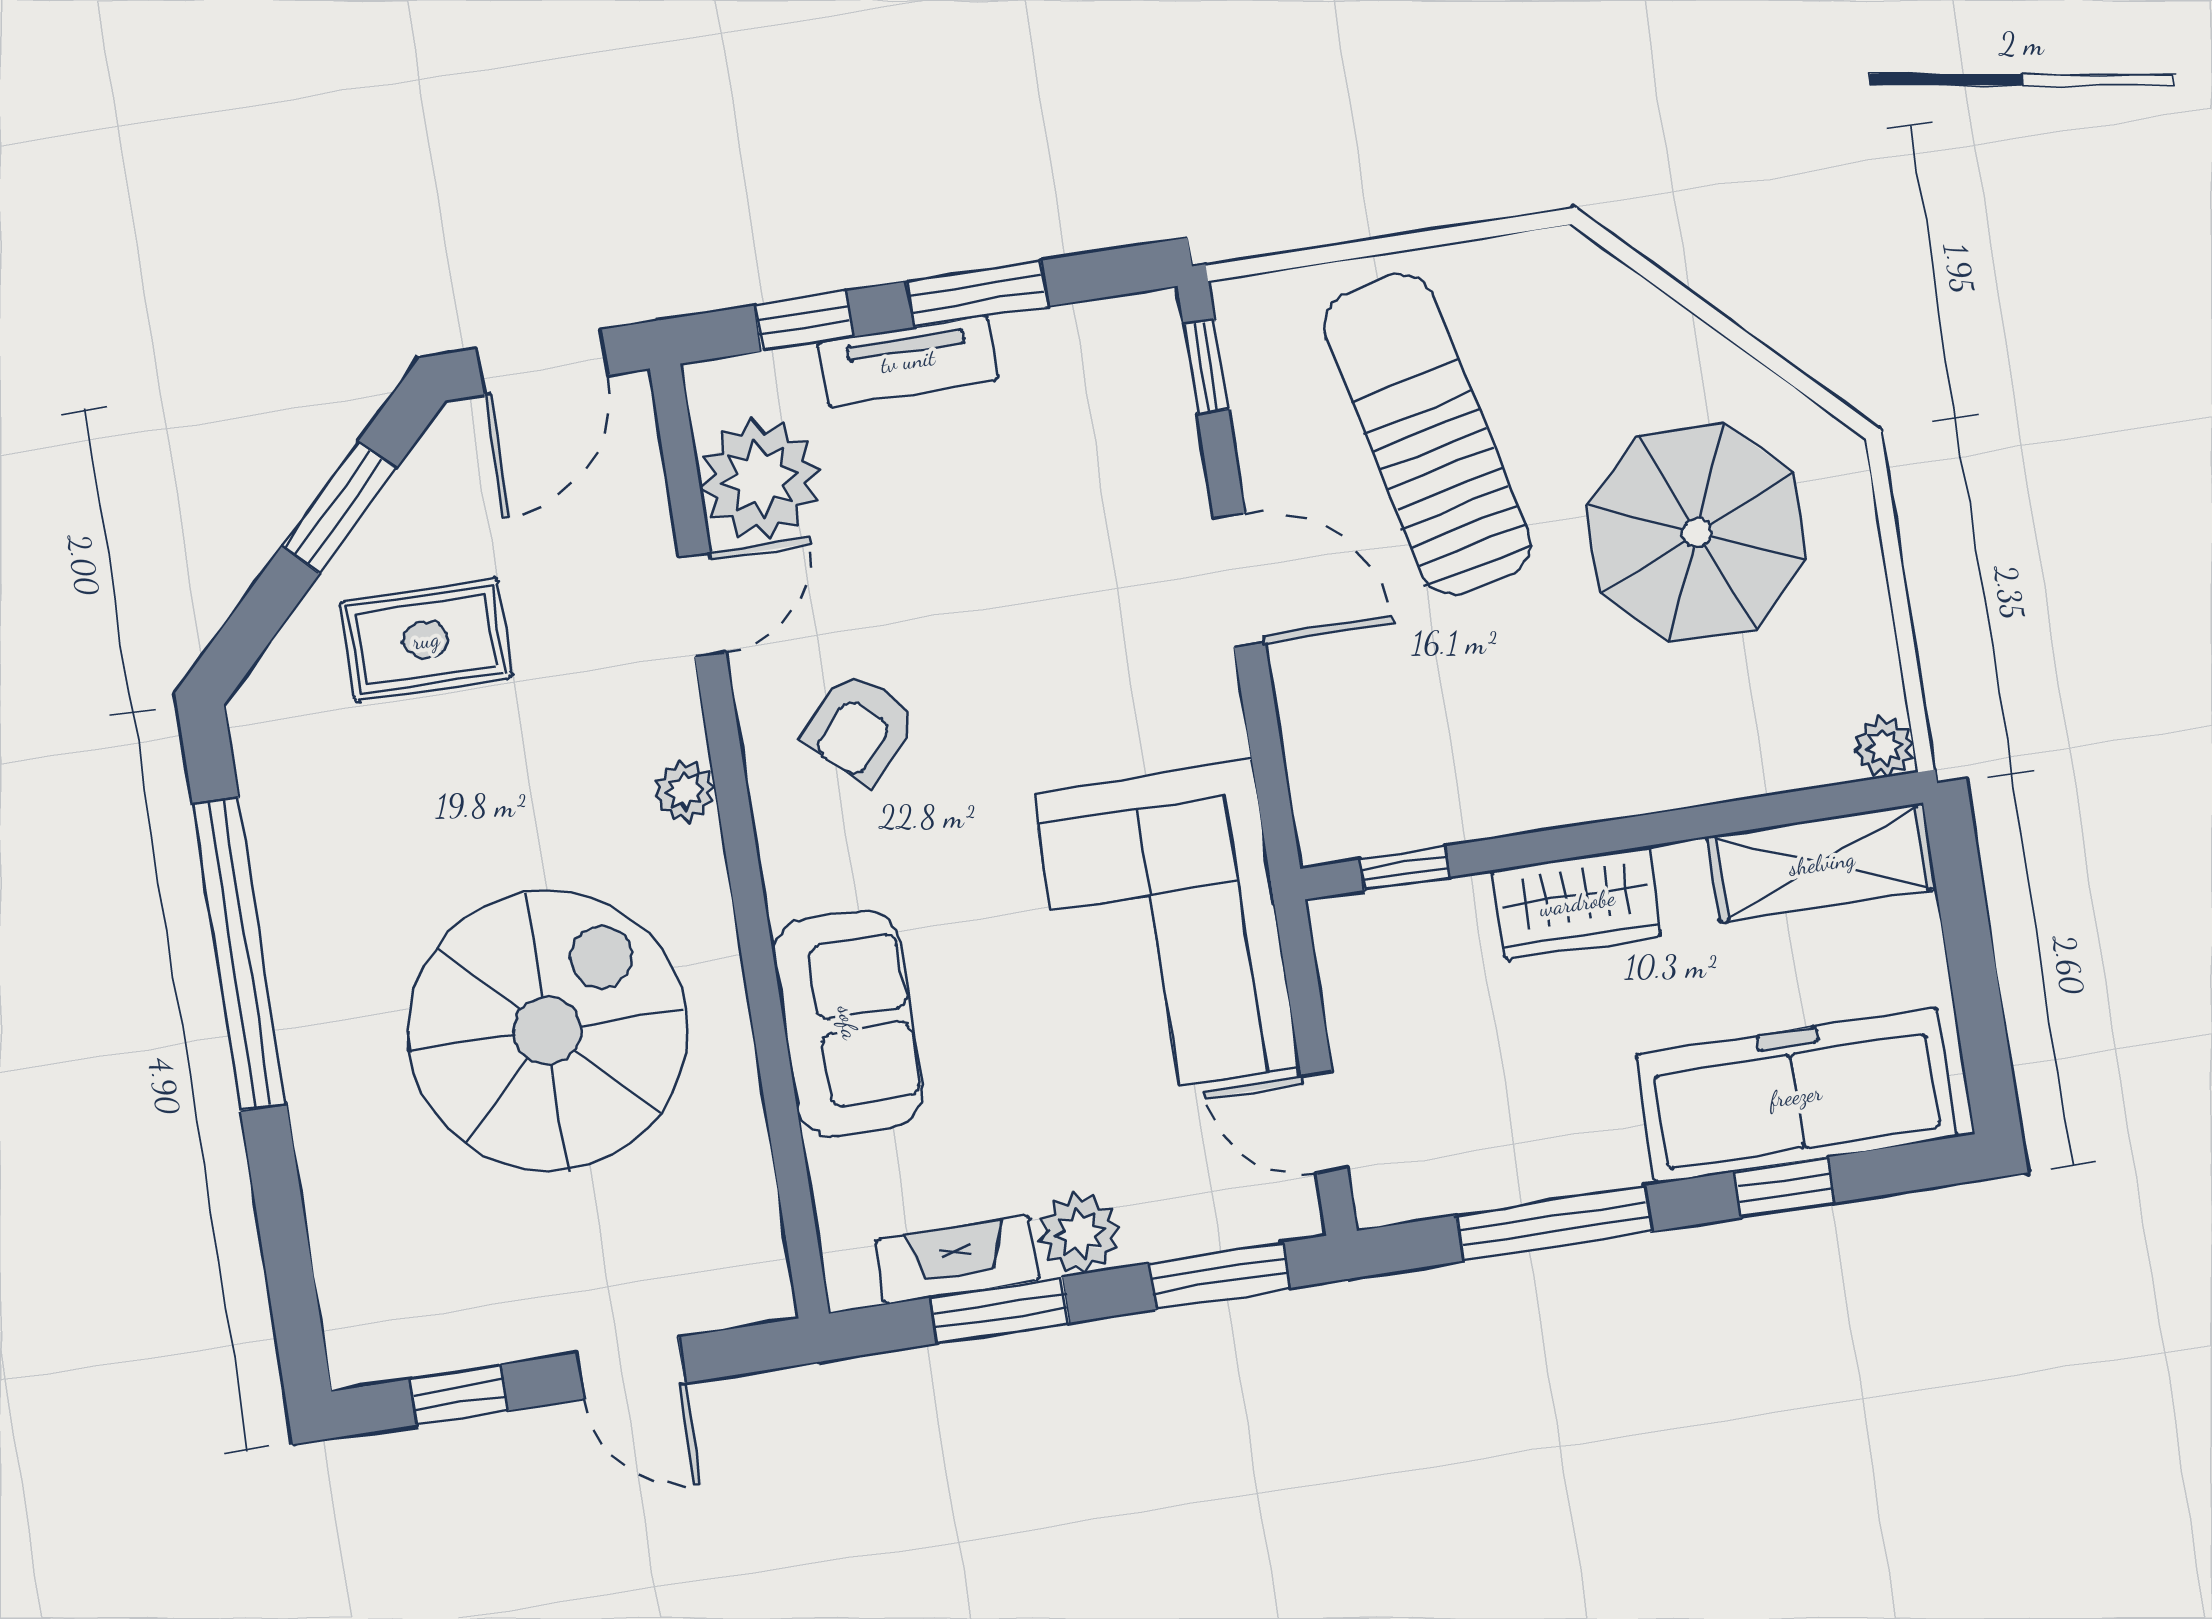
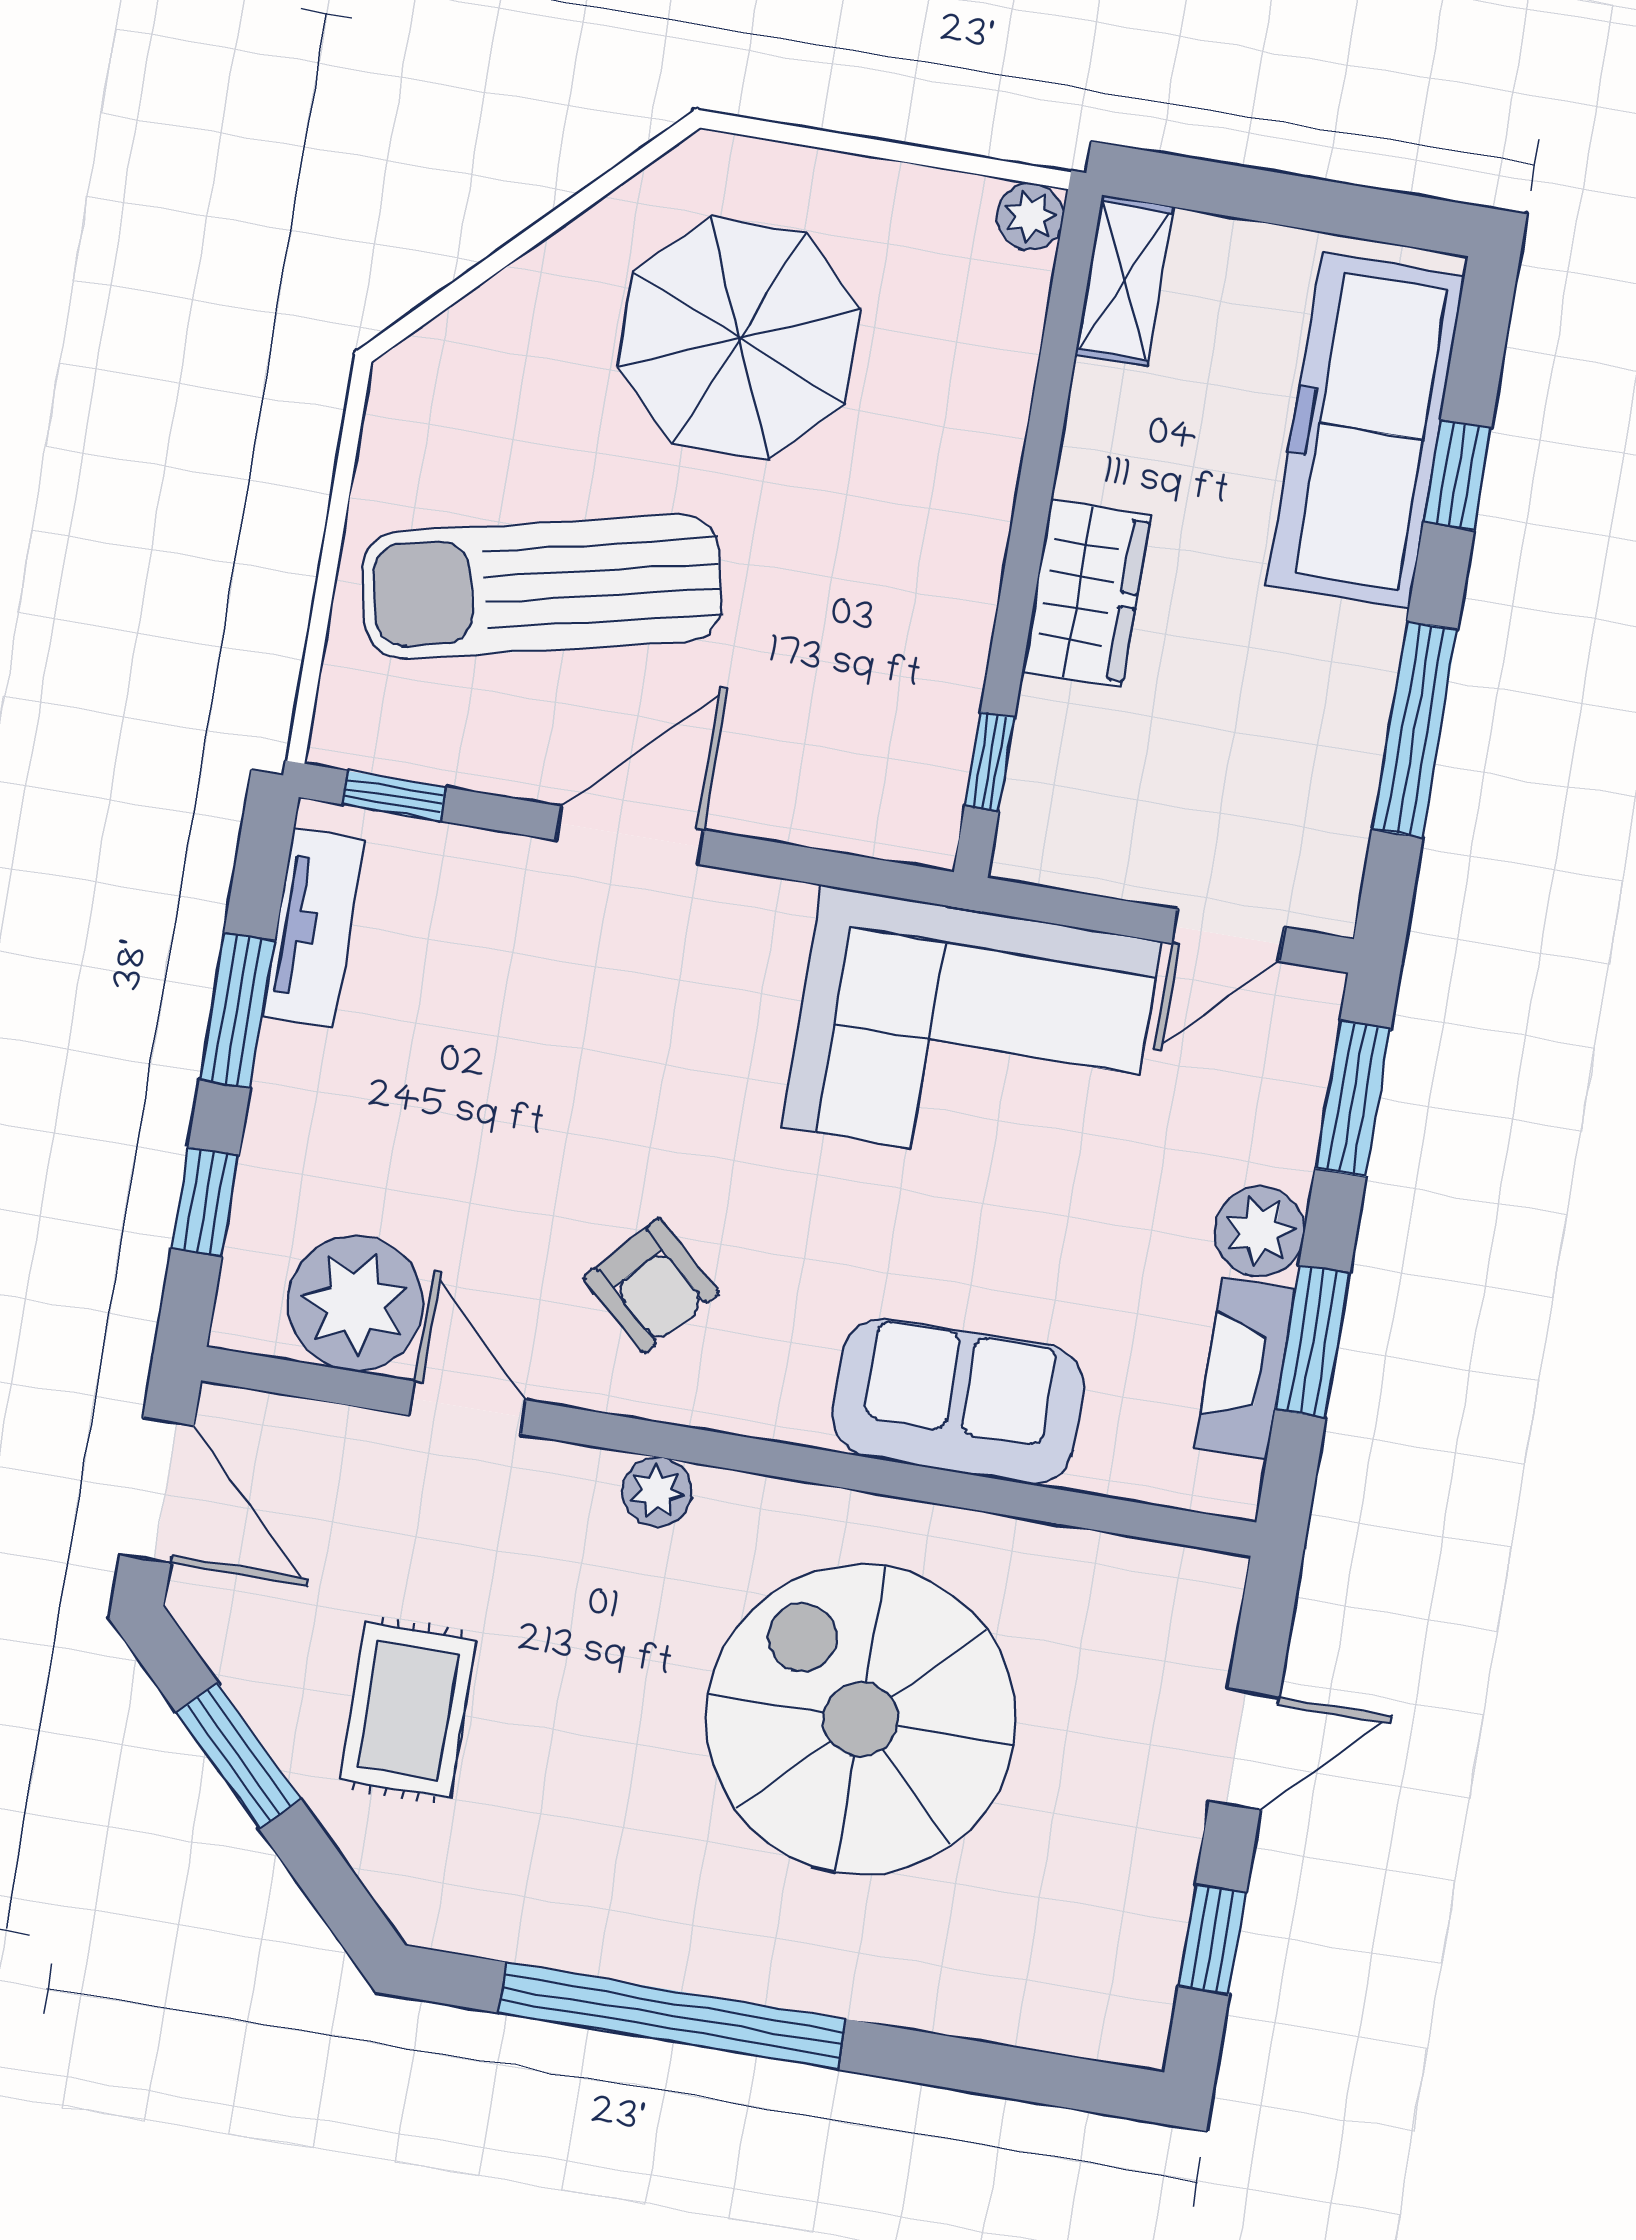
tv unit: (908, 361) -> (313, 928), moved
shelving: (1822, 863) -> (1124, 280), width x0.67, depth x0.75

